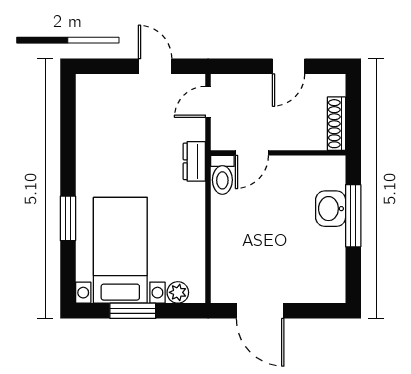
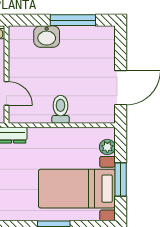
toilet: (222, 175) -> (61, 109), moved, turned -90
window: (353, 216) -> (73, 20), moved

